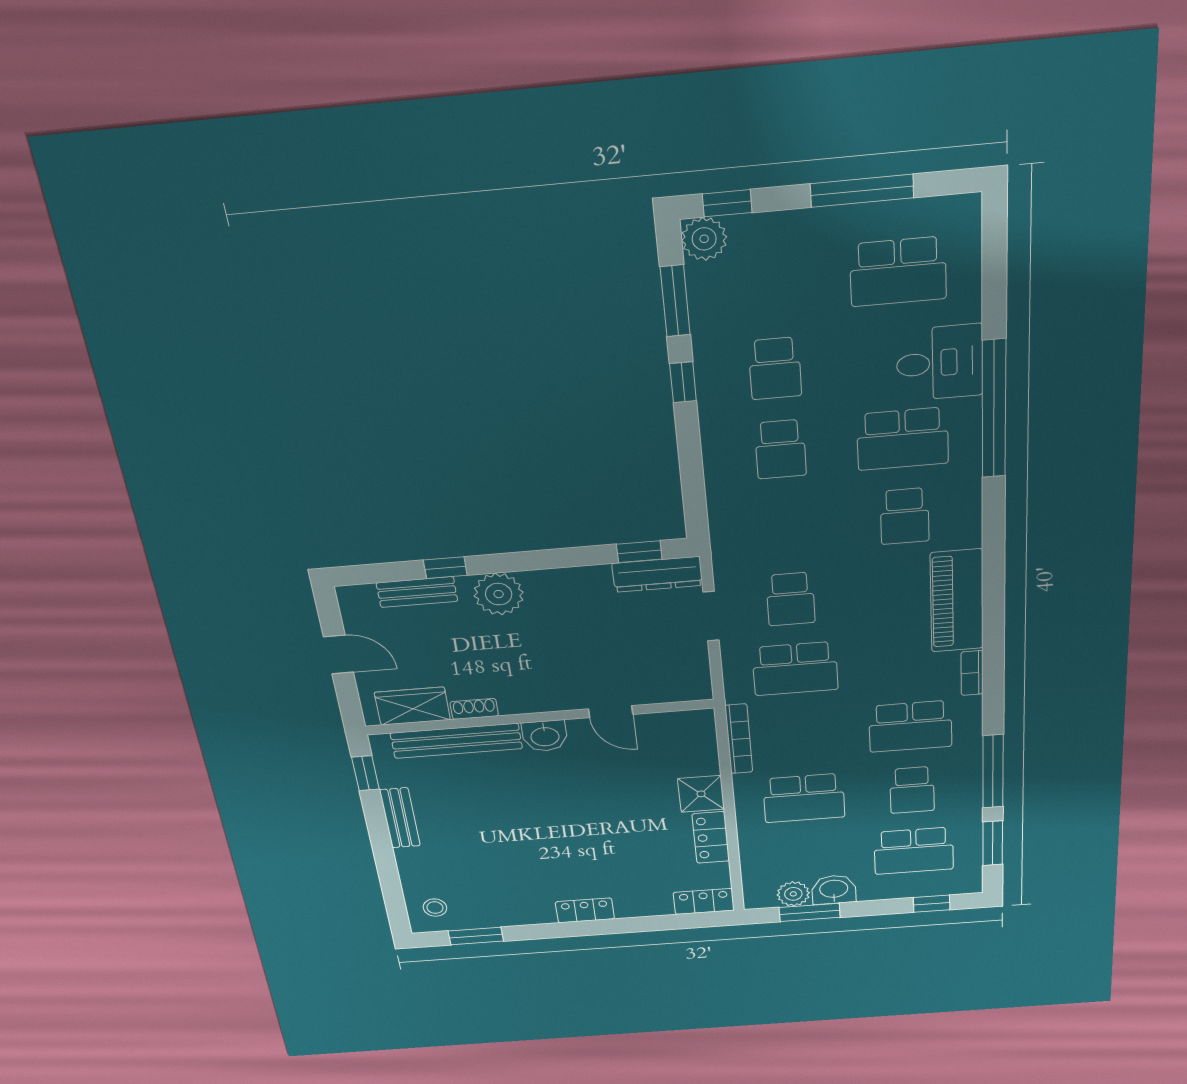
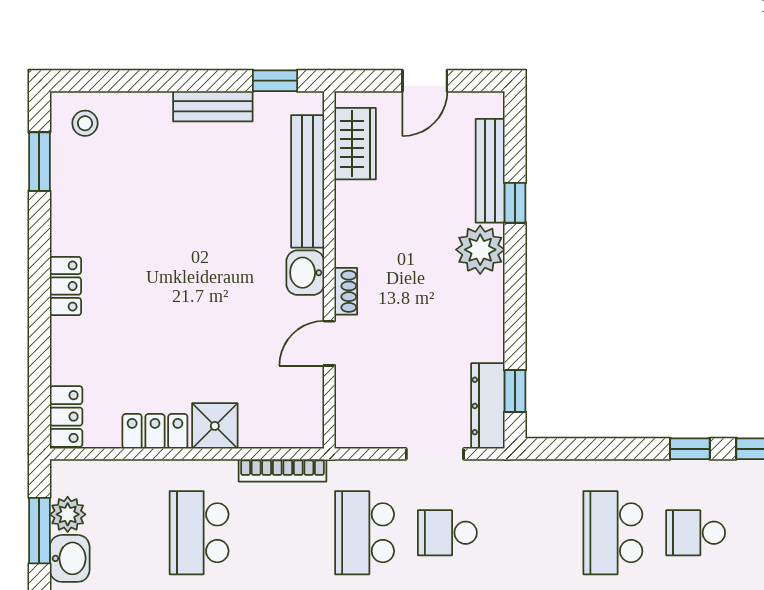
school desk: (780, 449) -> (613, 533), width x1.85
bench: (417, 592) -> (490, 171), width x1.36
shoe rack: (474, 709) -> (346, 291), moved

